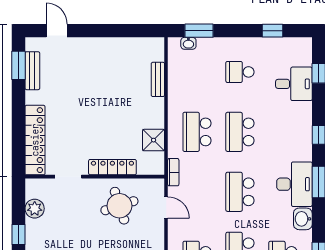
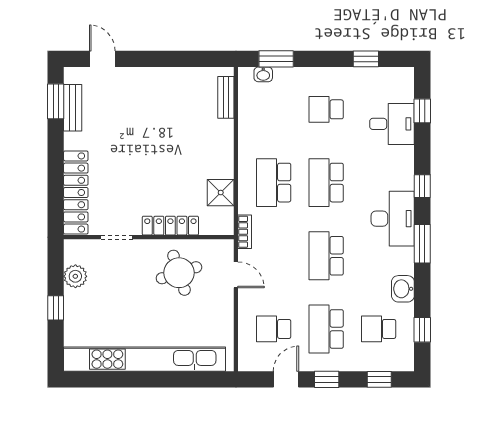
bench: (158, 79) -> (226, 97), moved
desk: (294, 184) -> (393, 219), moved

